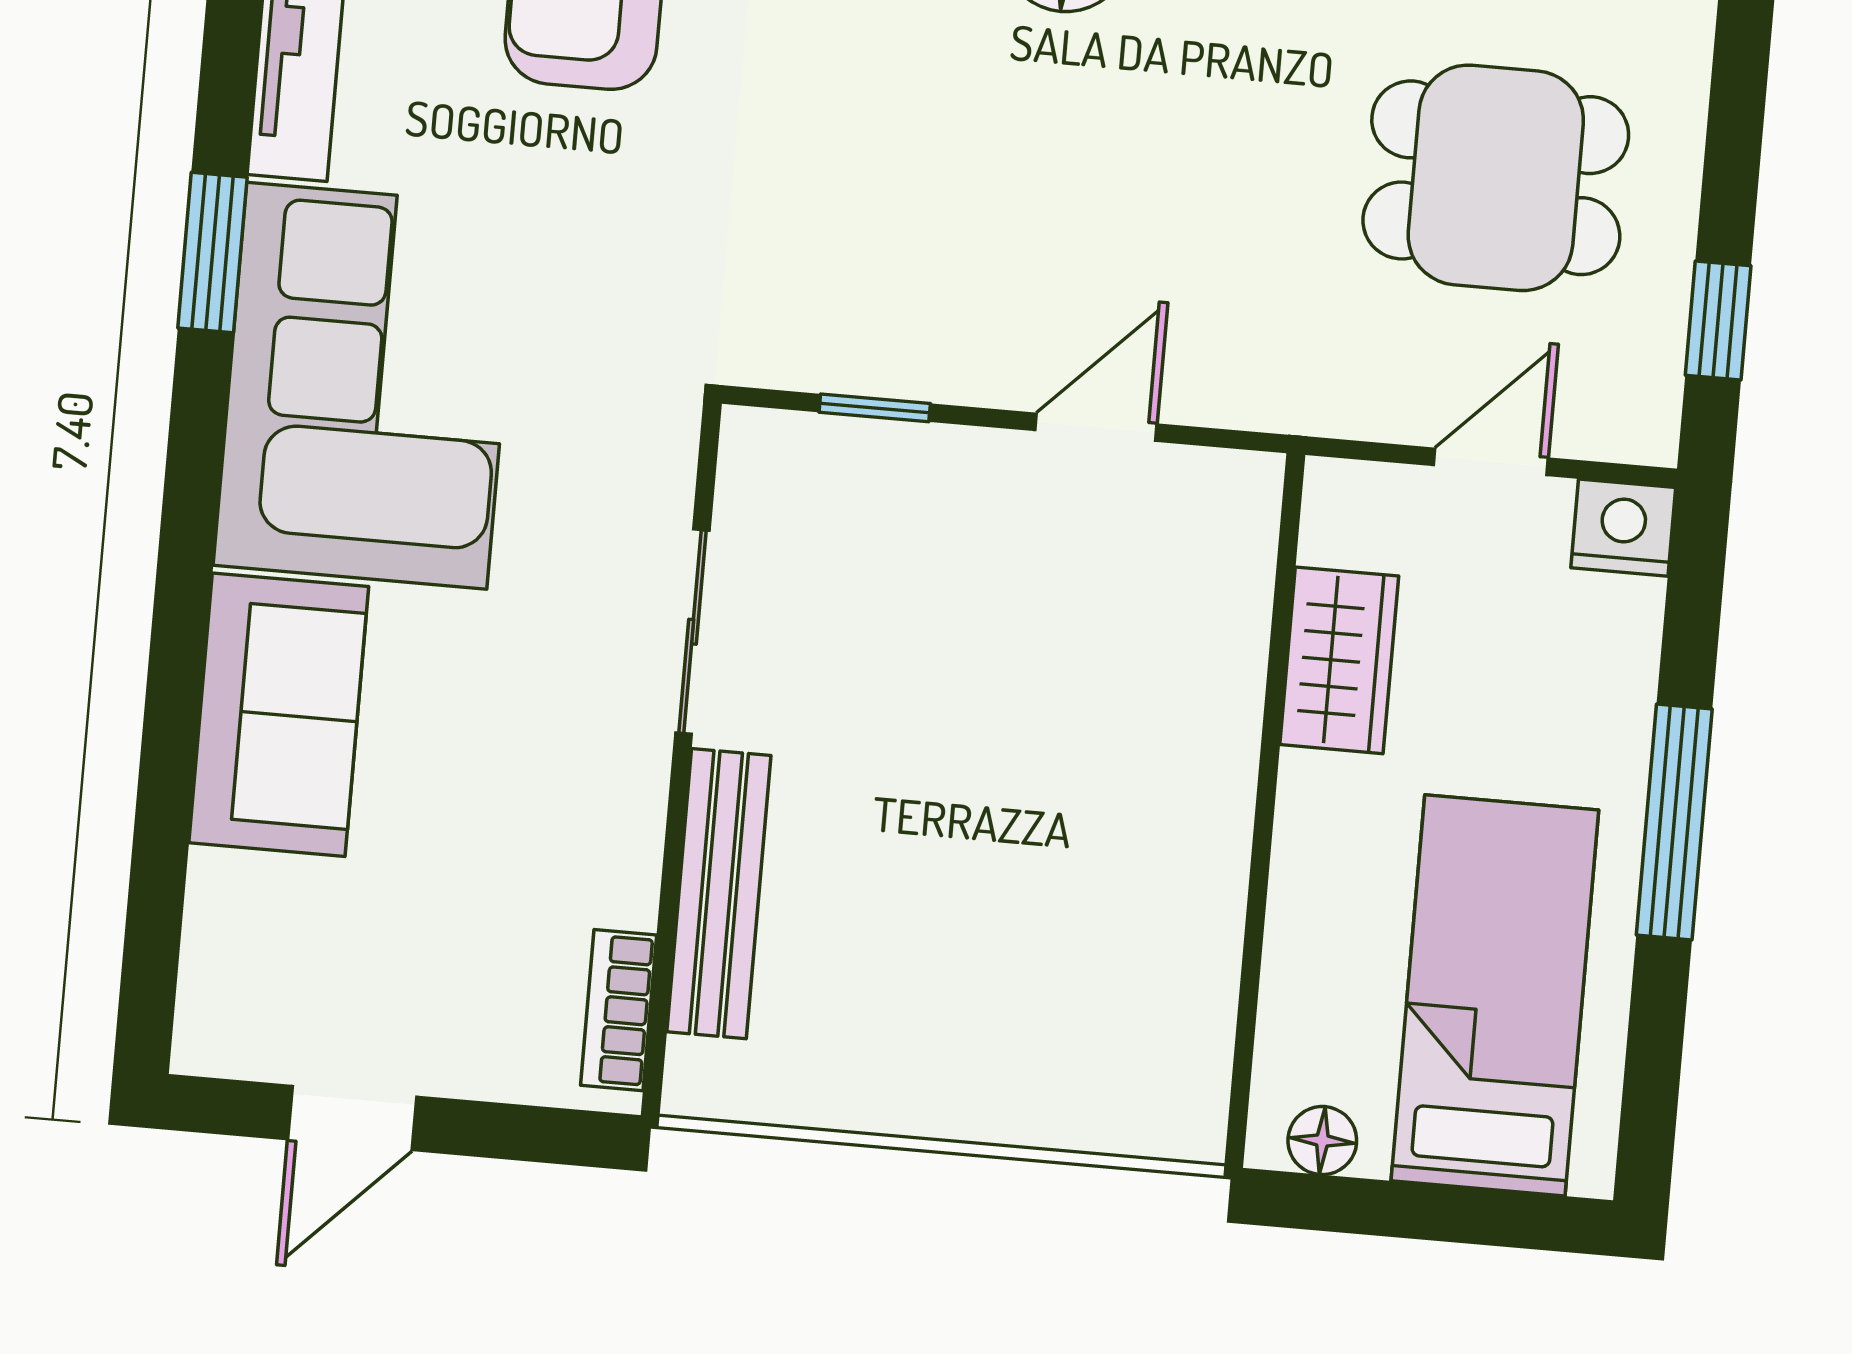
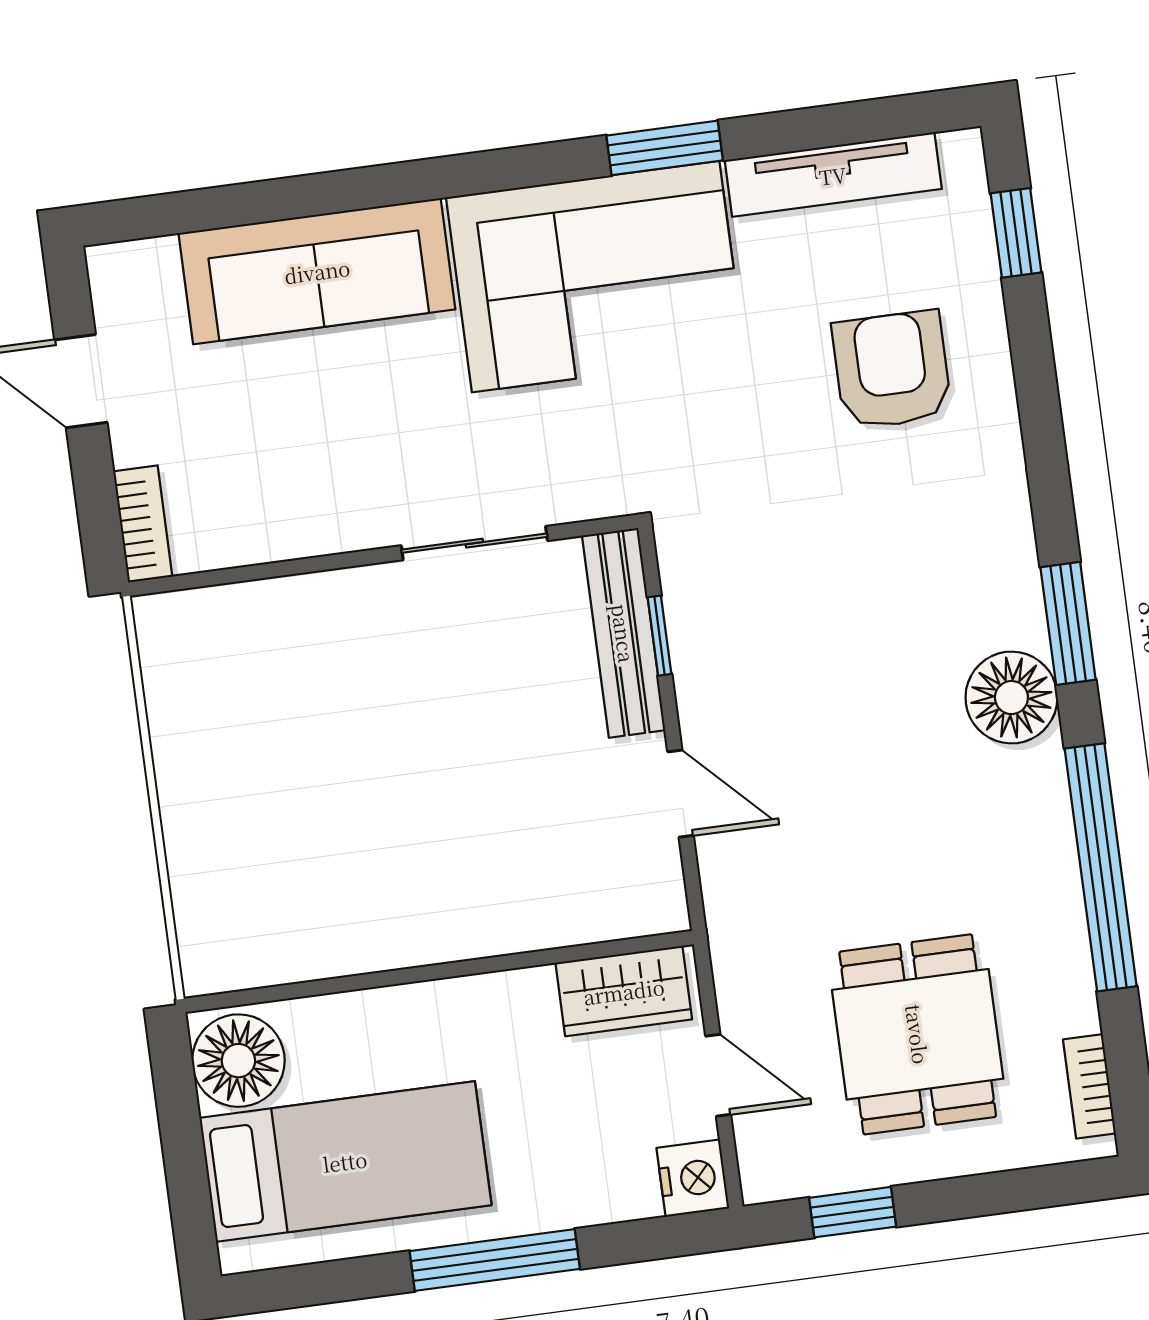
wardrobe: (1339, 660) -> (624, 991), moved
sofa: (279, 715) -> (317, 271), width x1.36
bench: (719, 894) -> (624, 633), moved, turned 90
bookcase: (619, 1010) -> (143, 524), moved, turned 90
floor lamp: (1322, 1141) -> (238, 1061), width x1.89, depth x1.89

